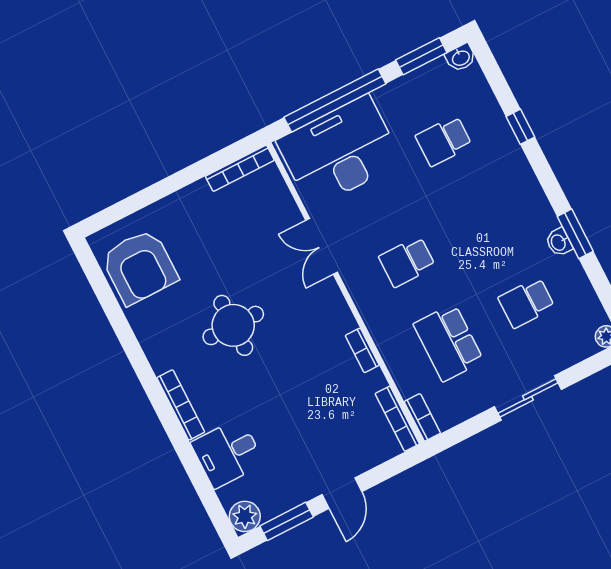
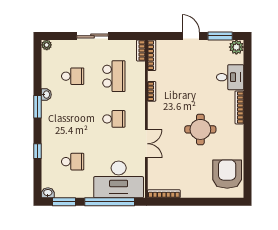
window: (575, 234) -> (38, 107), moved
door: (342, 493) -> (191, 36), hinge flipped

